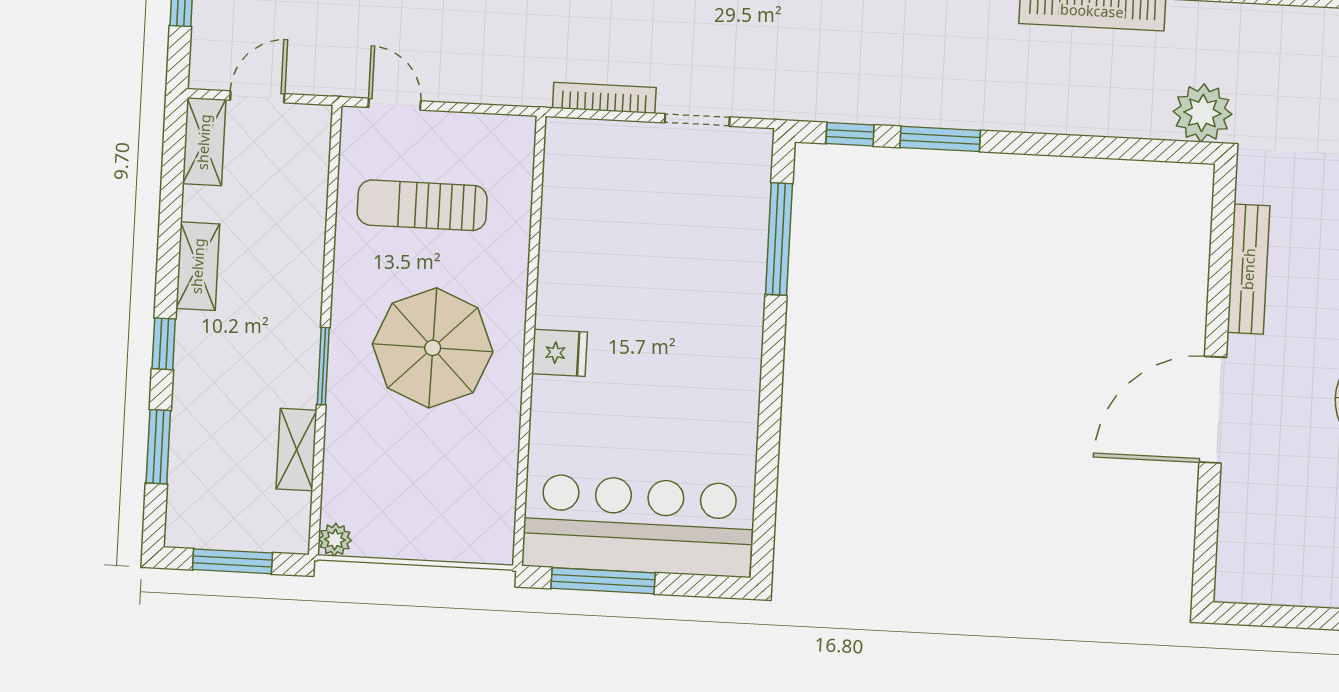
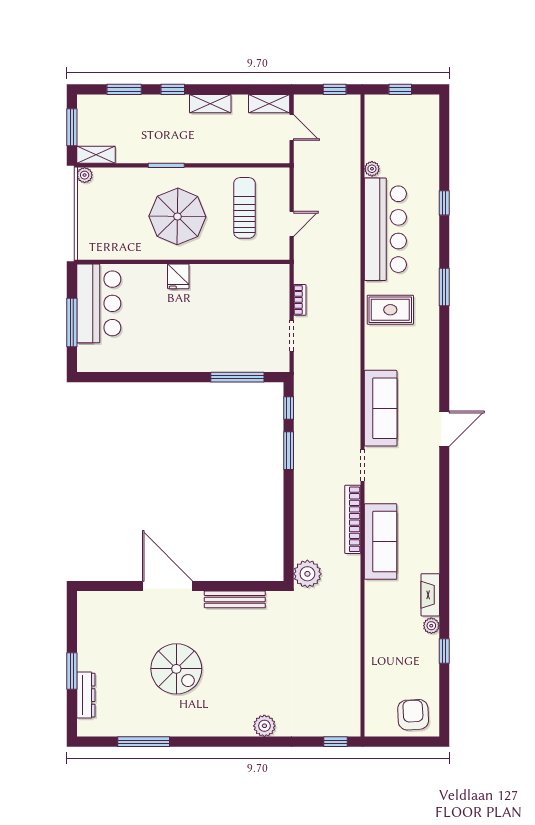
bookcase: (604, 98) -> (300, 300), width x0.64
door: (395, 104) -> (292, 224), moved
shelving: (297, 450) -> (96, 155), moved
bar counter: (638, 526) -> (99, 303), width x0.73
window: (603, 581) -> (72, 323), moved

